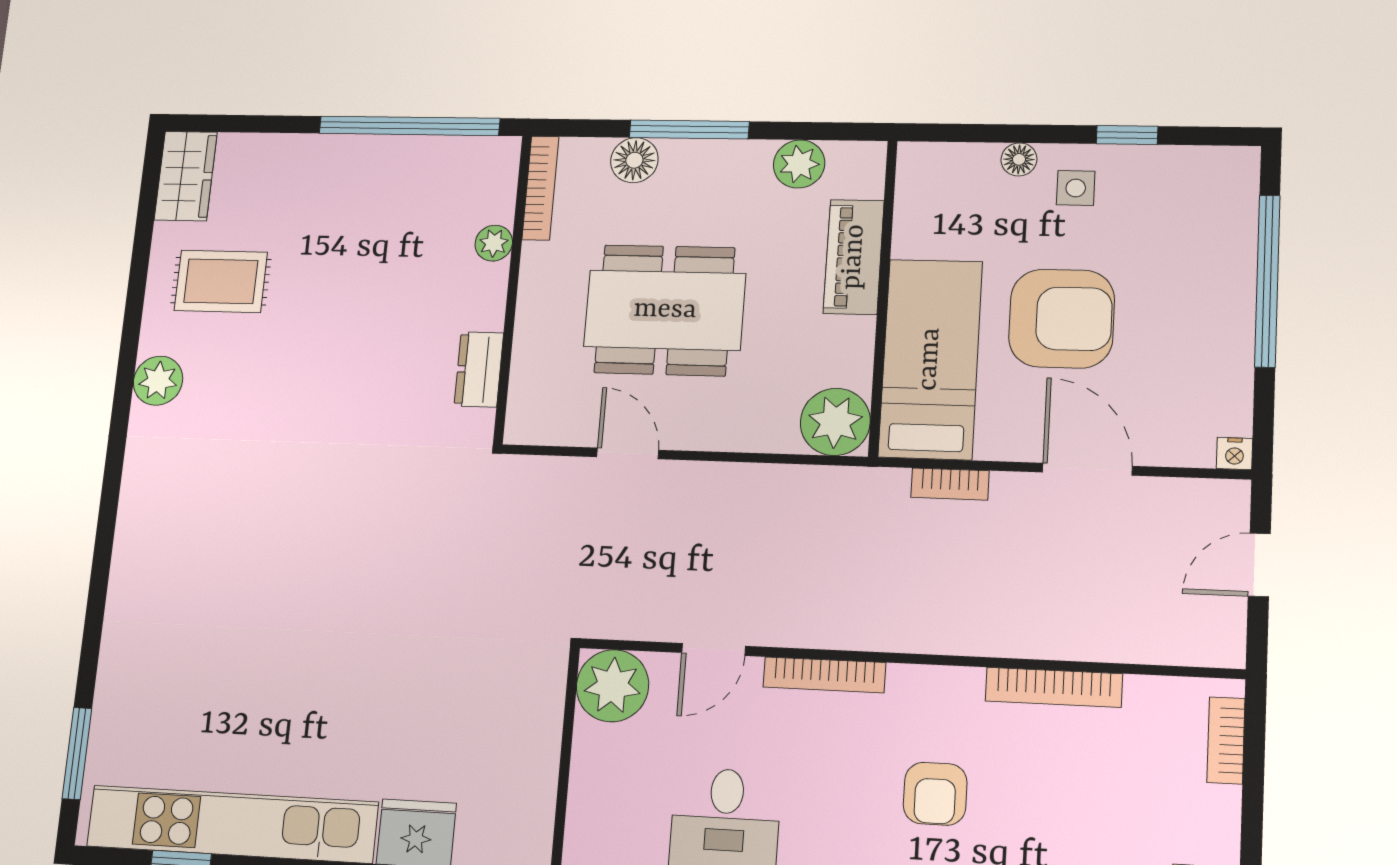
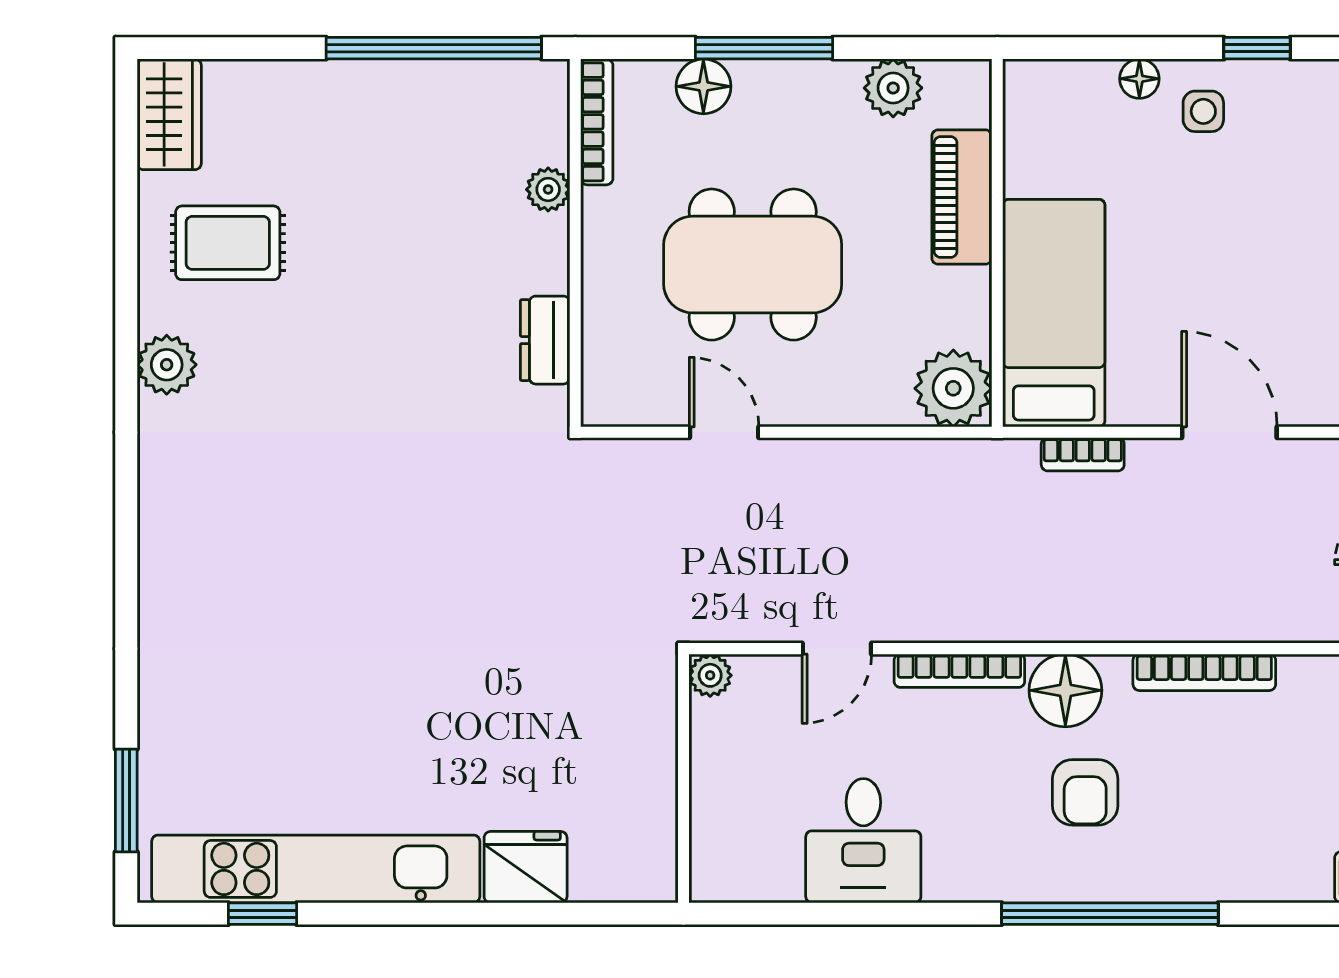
armchair: (1062, 319) -> (1194, 263), removed
plant: (612, 686) -> (710, 675), width x0.53, depth x0.53
floor lamp: (922, 698) -> (1065, 690), added

